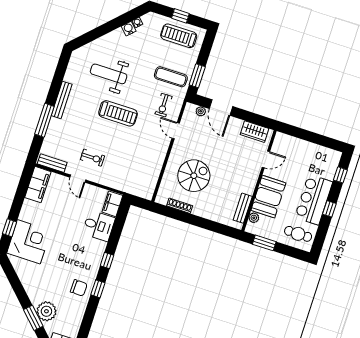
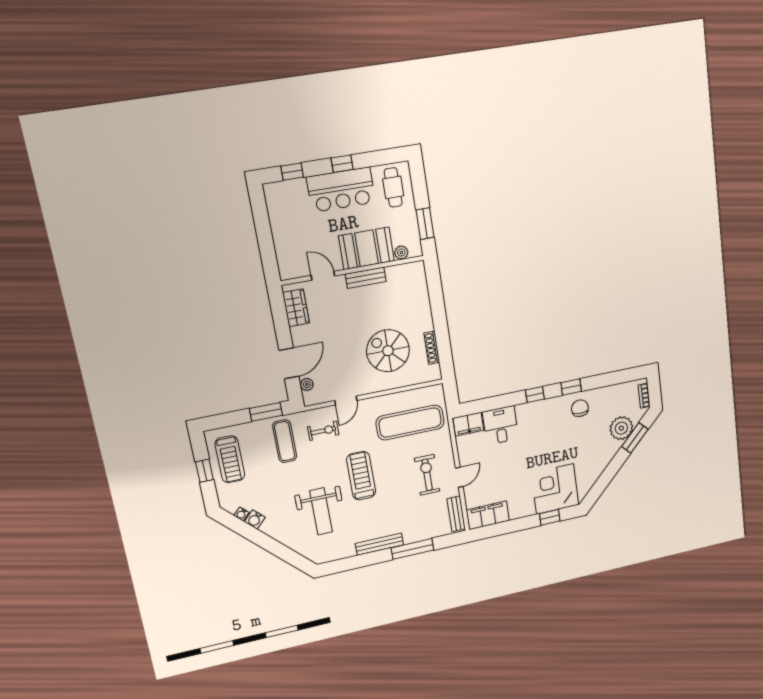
exercise bike: (92, 158) -> (427, 475), width x1.38, depth x1.39
exercise mat: (136, 165) -> (410, 423), added
bench: (243, 208) -> (366, 278), moved

